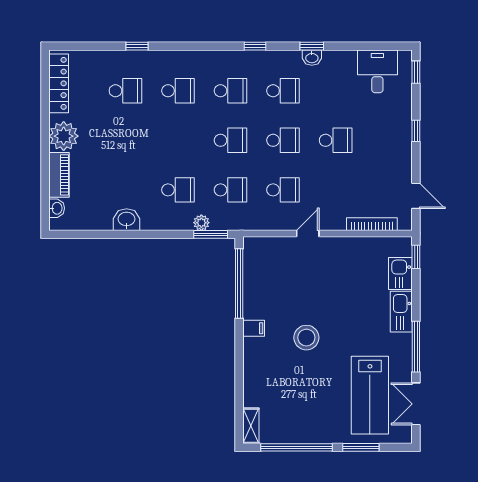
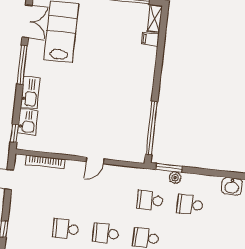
school desk: (283, 190) -> (110, 196), removed
filing cabinet: (254, 328) -> (150, 39), moved
stool: (306, 338) -> (105, 81), removed

